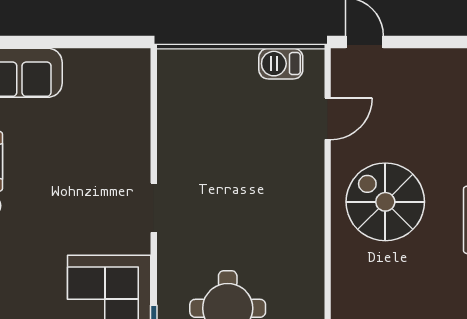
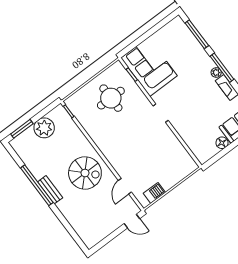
floor lamp: (79, 62) -> (222, 143), added

